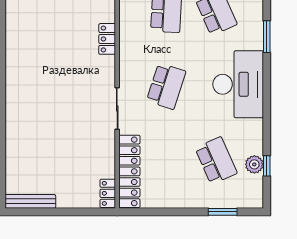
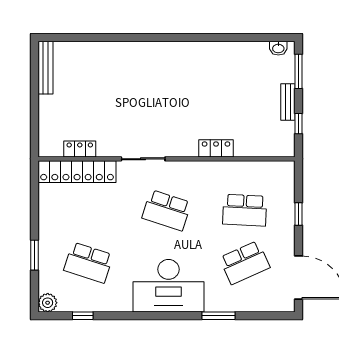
school desk: (216, 161) -> (88, 263), turned 42
plant: (254, 164) -> (48, 303), moved
locker: (108, 193) -> (80, 149), moved
window: (223, 212) -> (35, 255), moved

